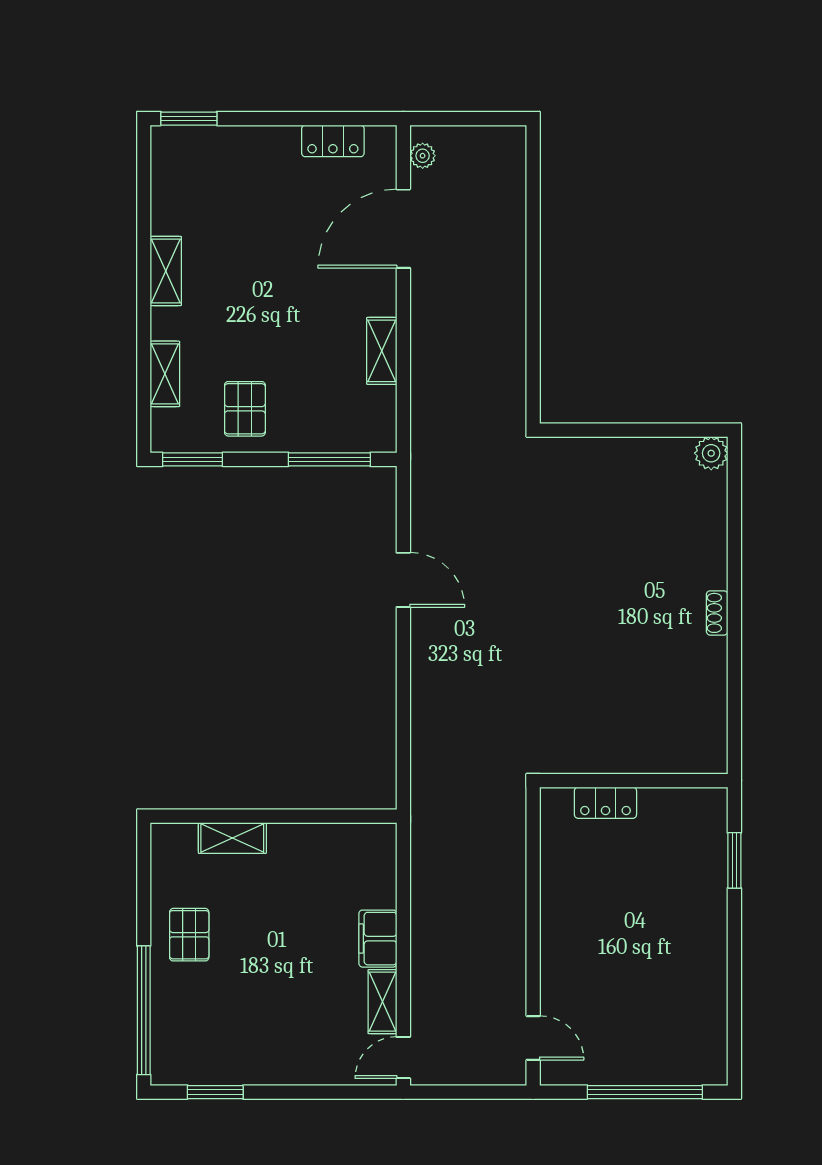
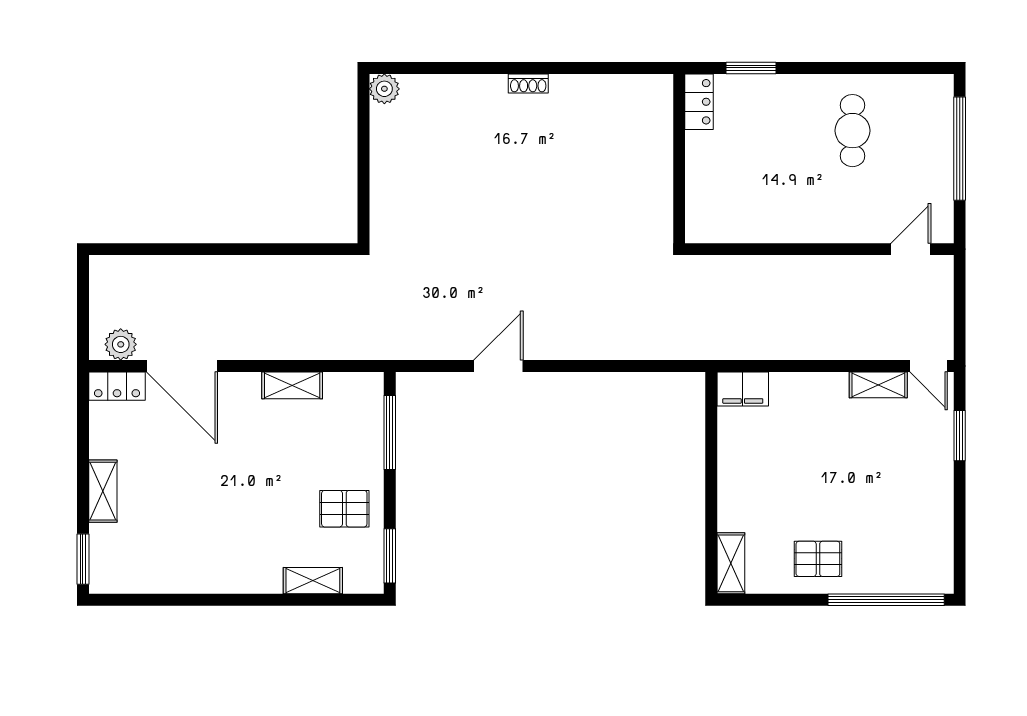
locker: (333, 141) -> (117, 386), moved, turned 90
plant: (423, 156) -> (121, 344), width x1.38, depth x1.38
shelving: (166, 271) -> (103, 491), moved, turned 90
locker: (605, 803) -> (699, 102), moved
shelving: (232, 838) -> (731, 563), moved
filing cabinet: (378, 939) -> (743, 389), moved
cafe table: (665, 973) -> (852, 131), added
window: (215, 1092) -> (960, 436), moved

